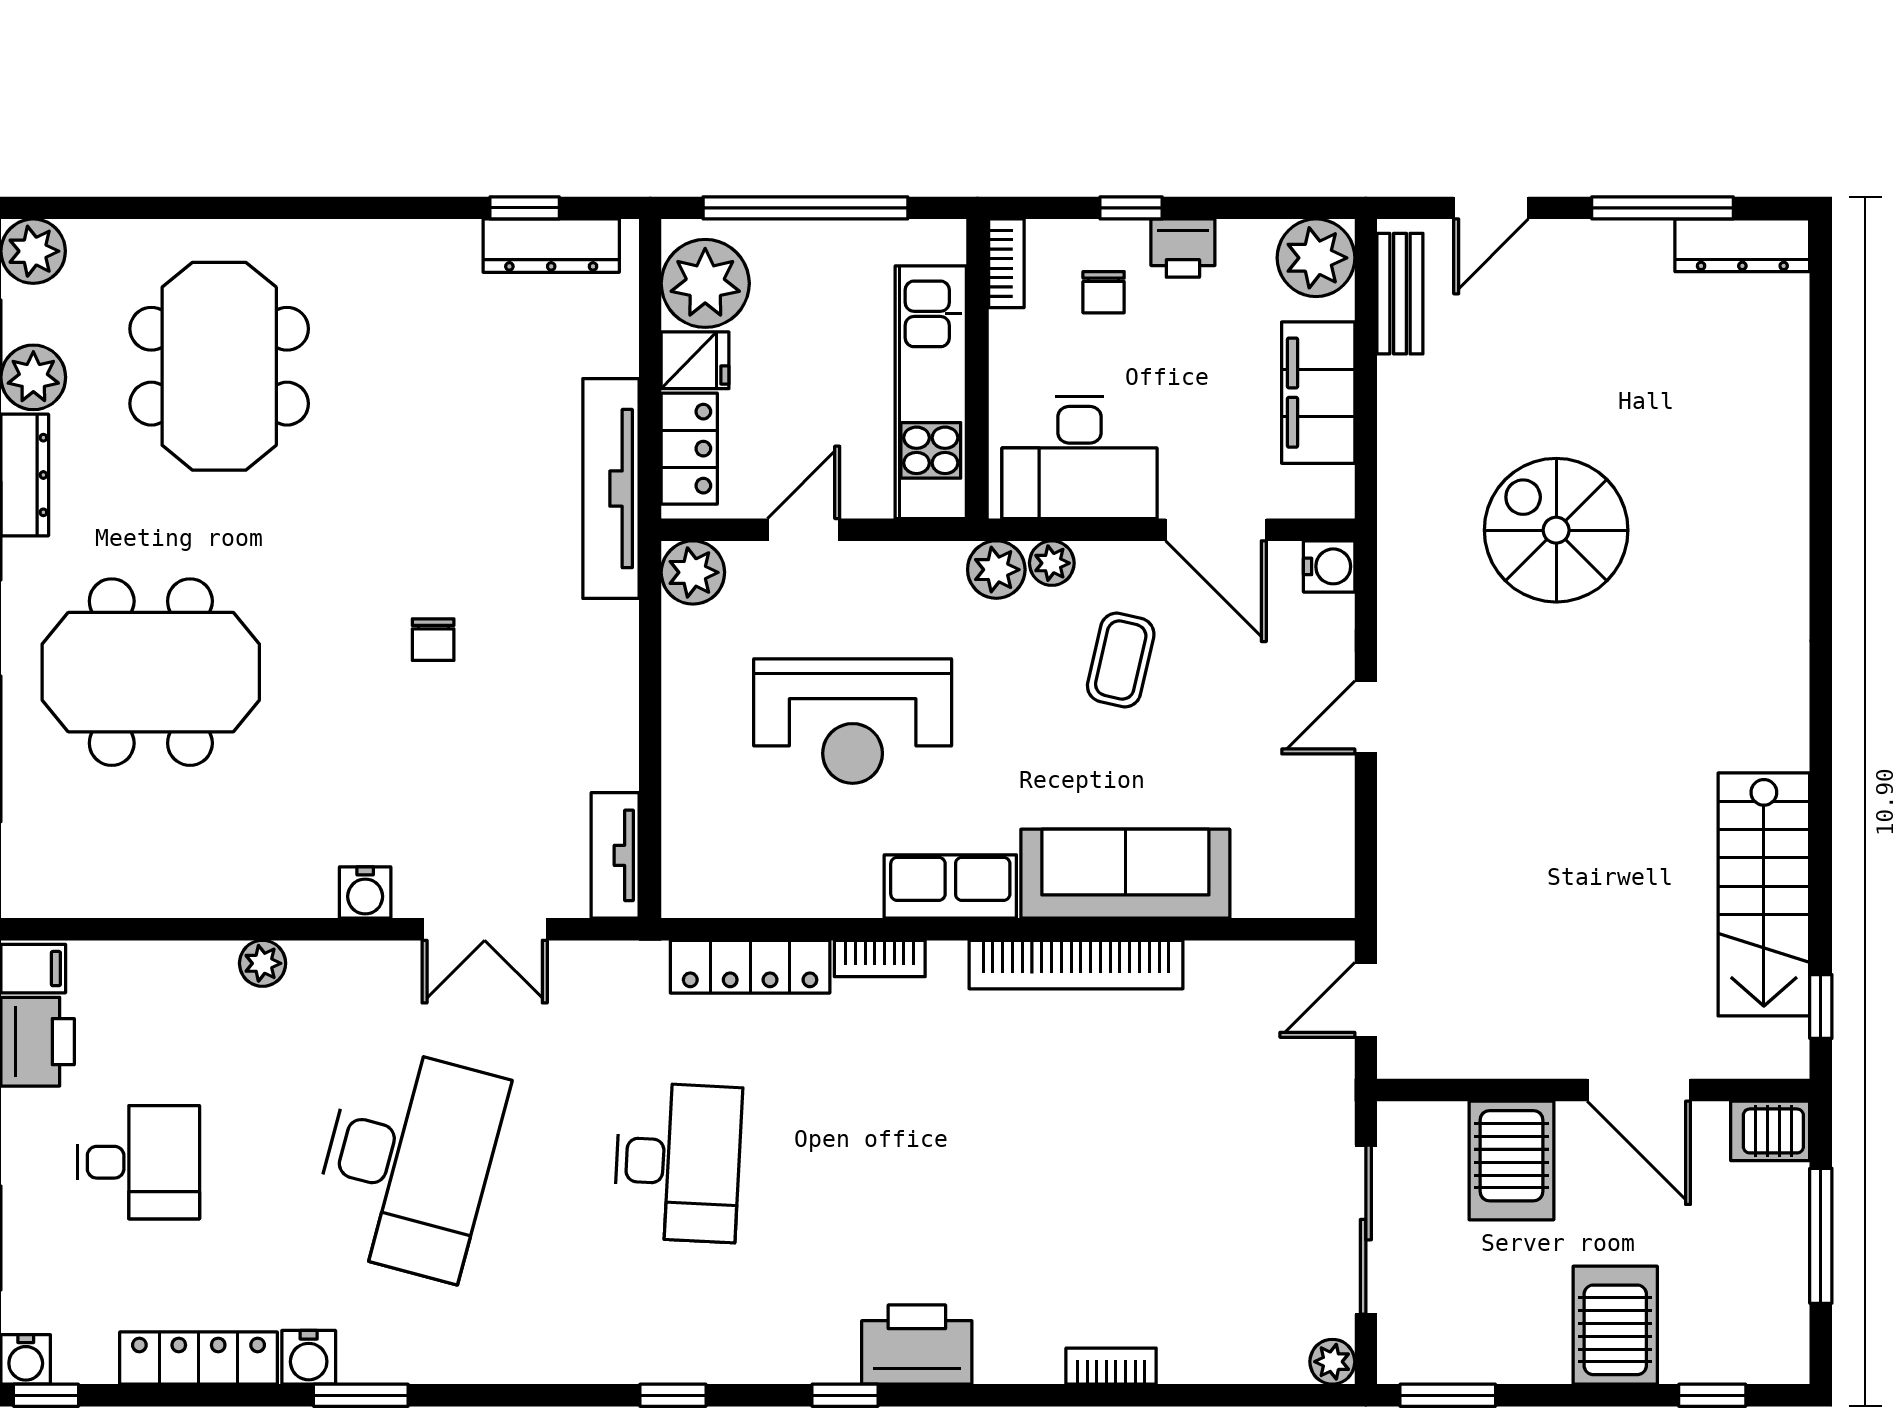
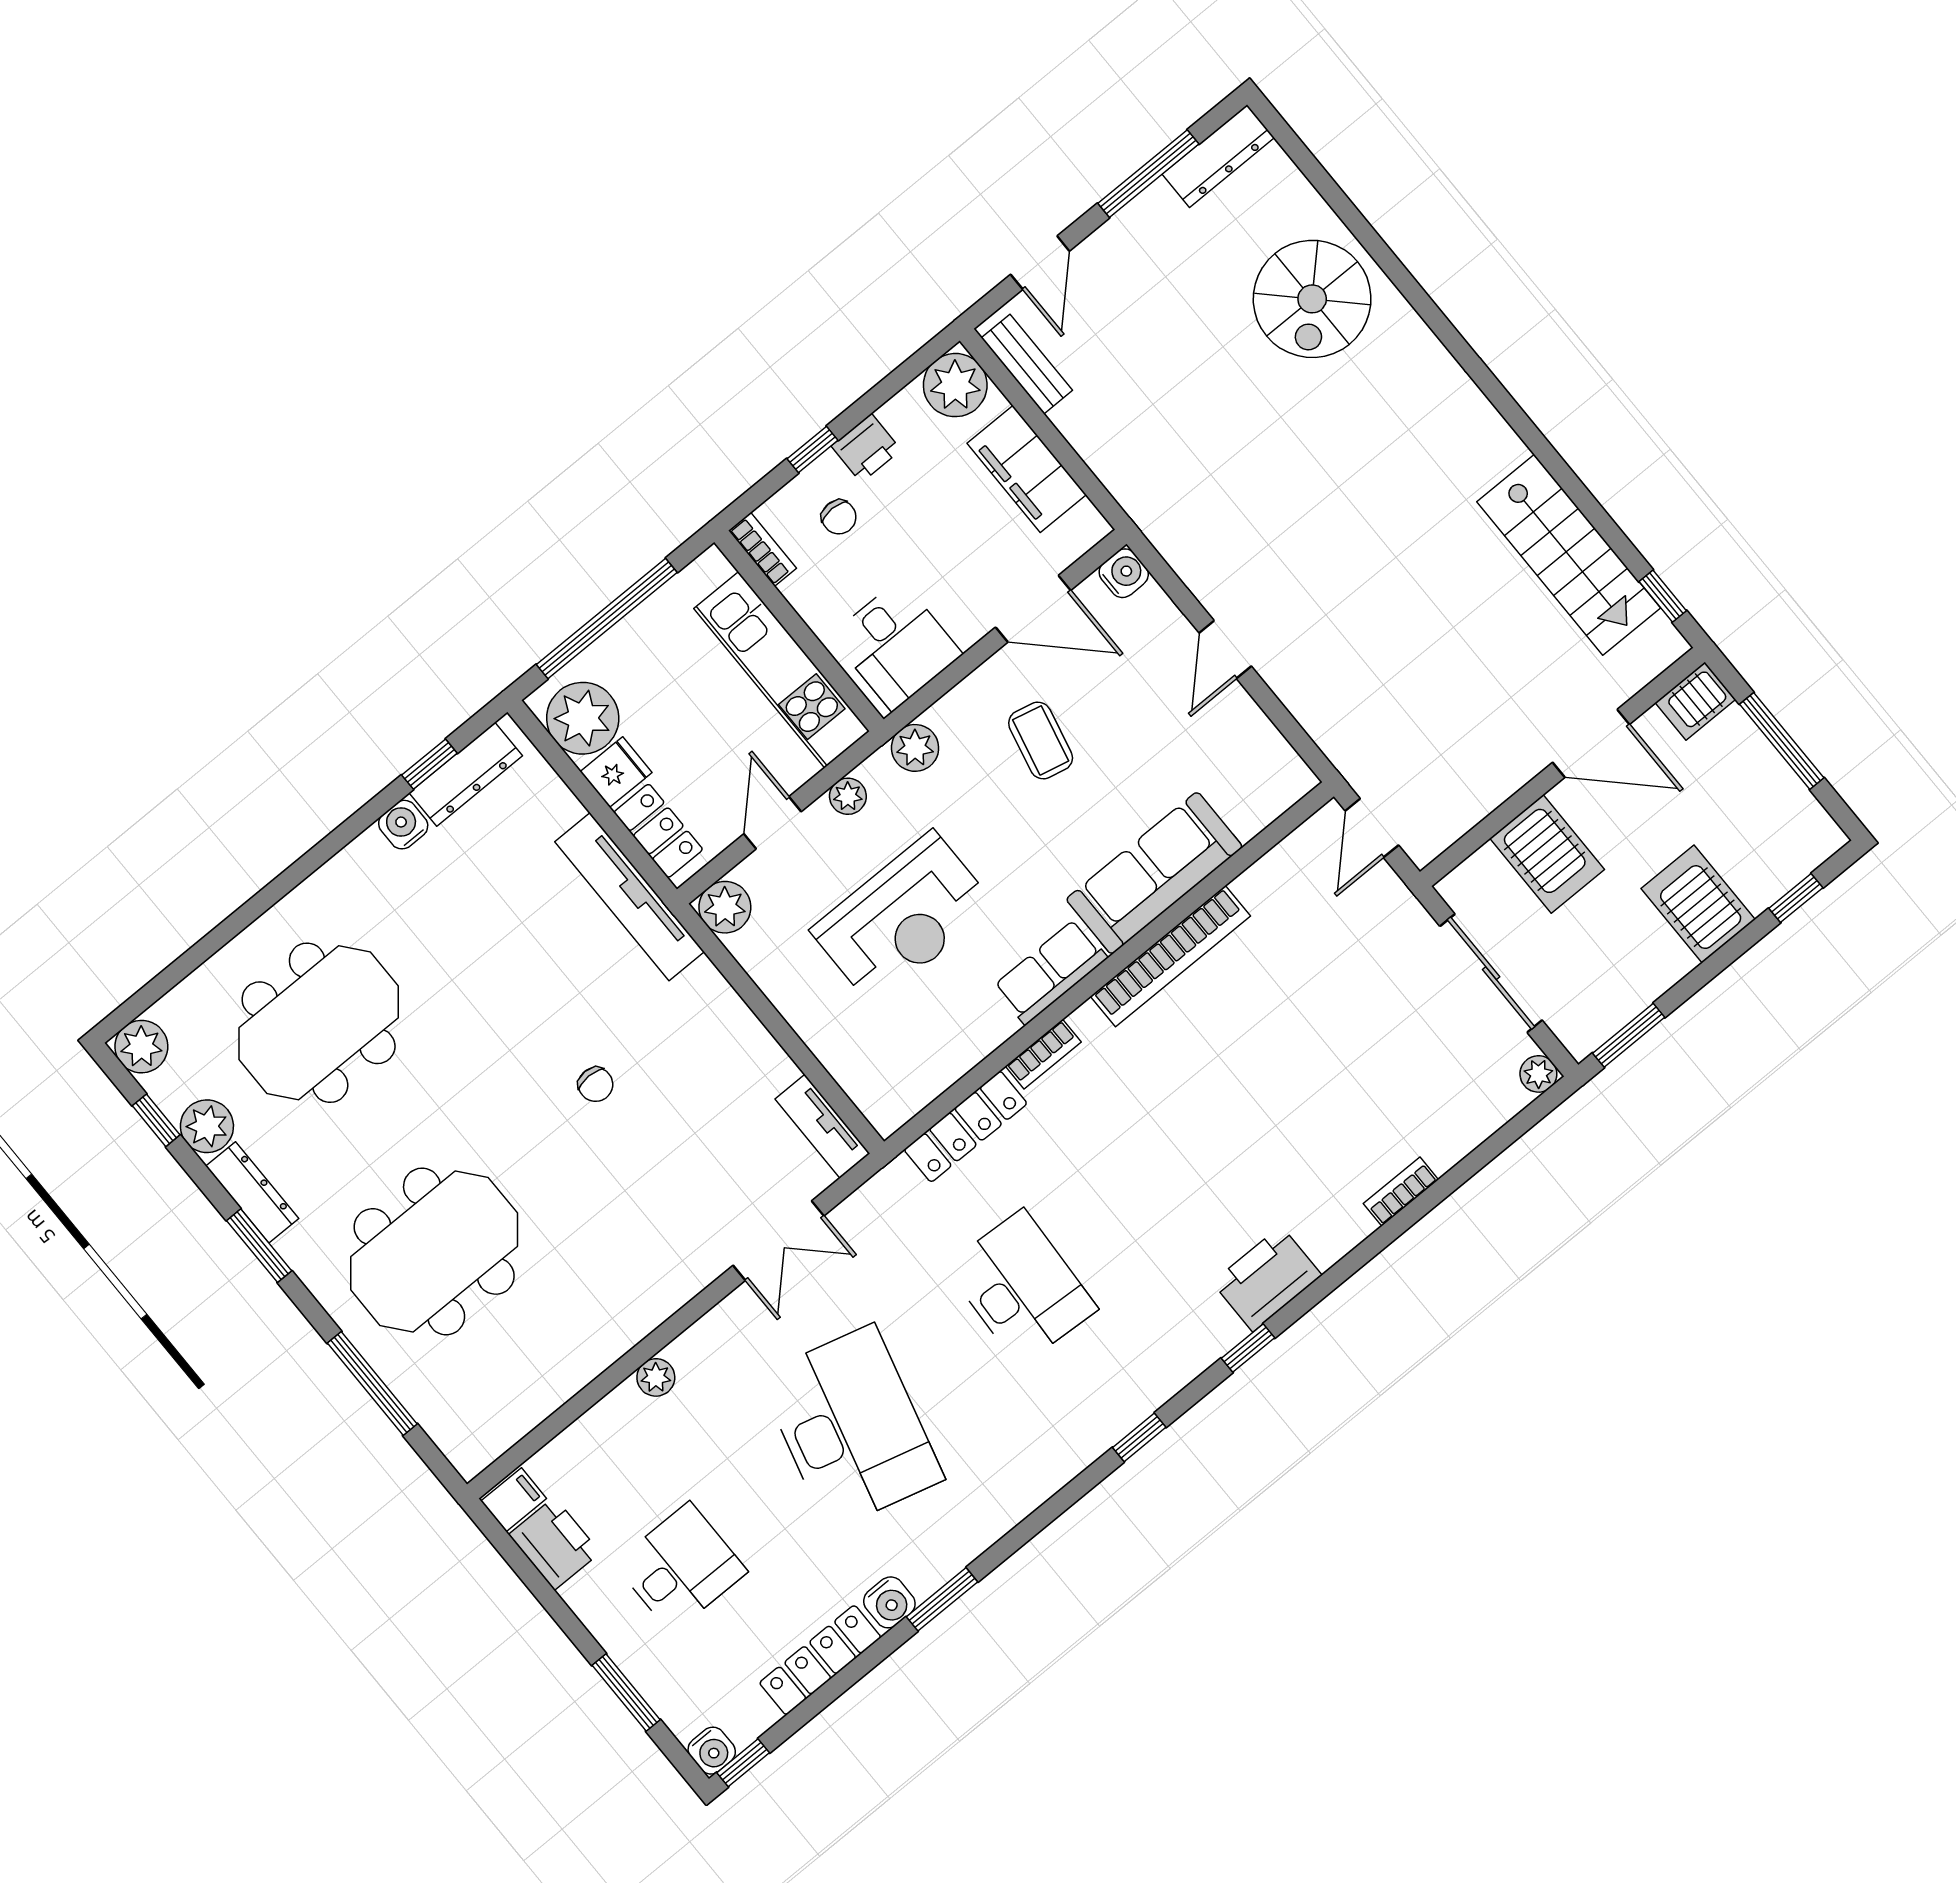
meeting table: (219, 366) -> (319, 1023), turned 90
desk: (1079, 458) -> (896, 645), width x0.73
spiral stairs: (1556, 530) -> (1312, 299), moved, turned -90
plant: (1052, 563) -> (848, 796), moved
water cooler: (365, 892) -> (403, 825), moved, turned 180

